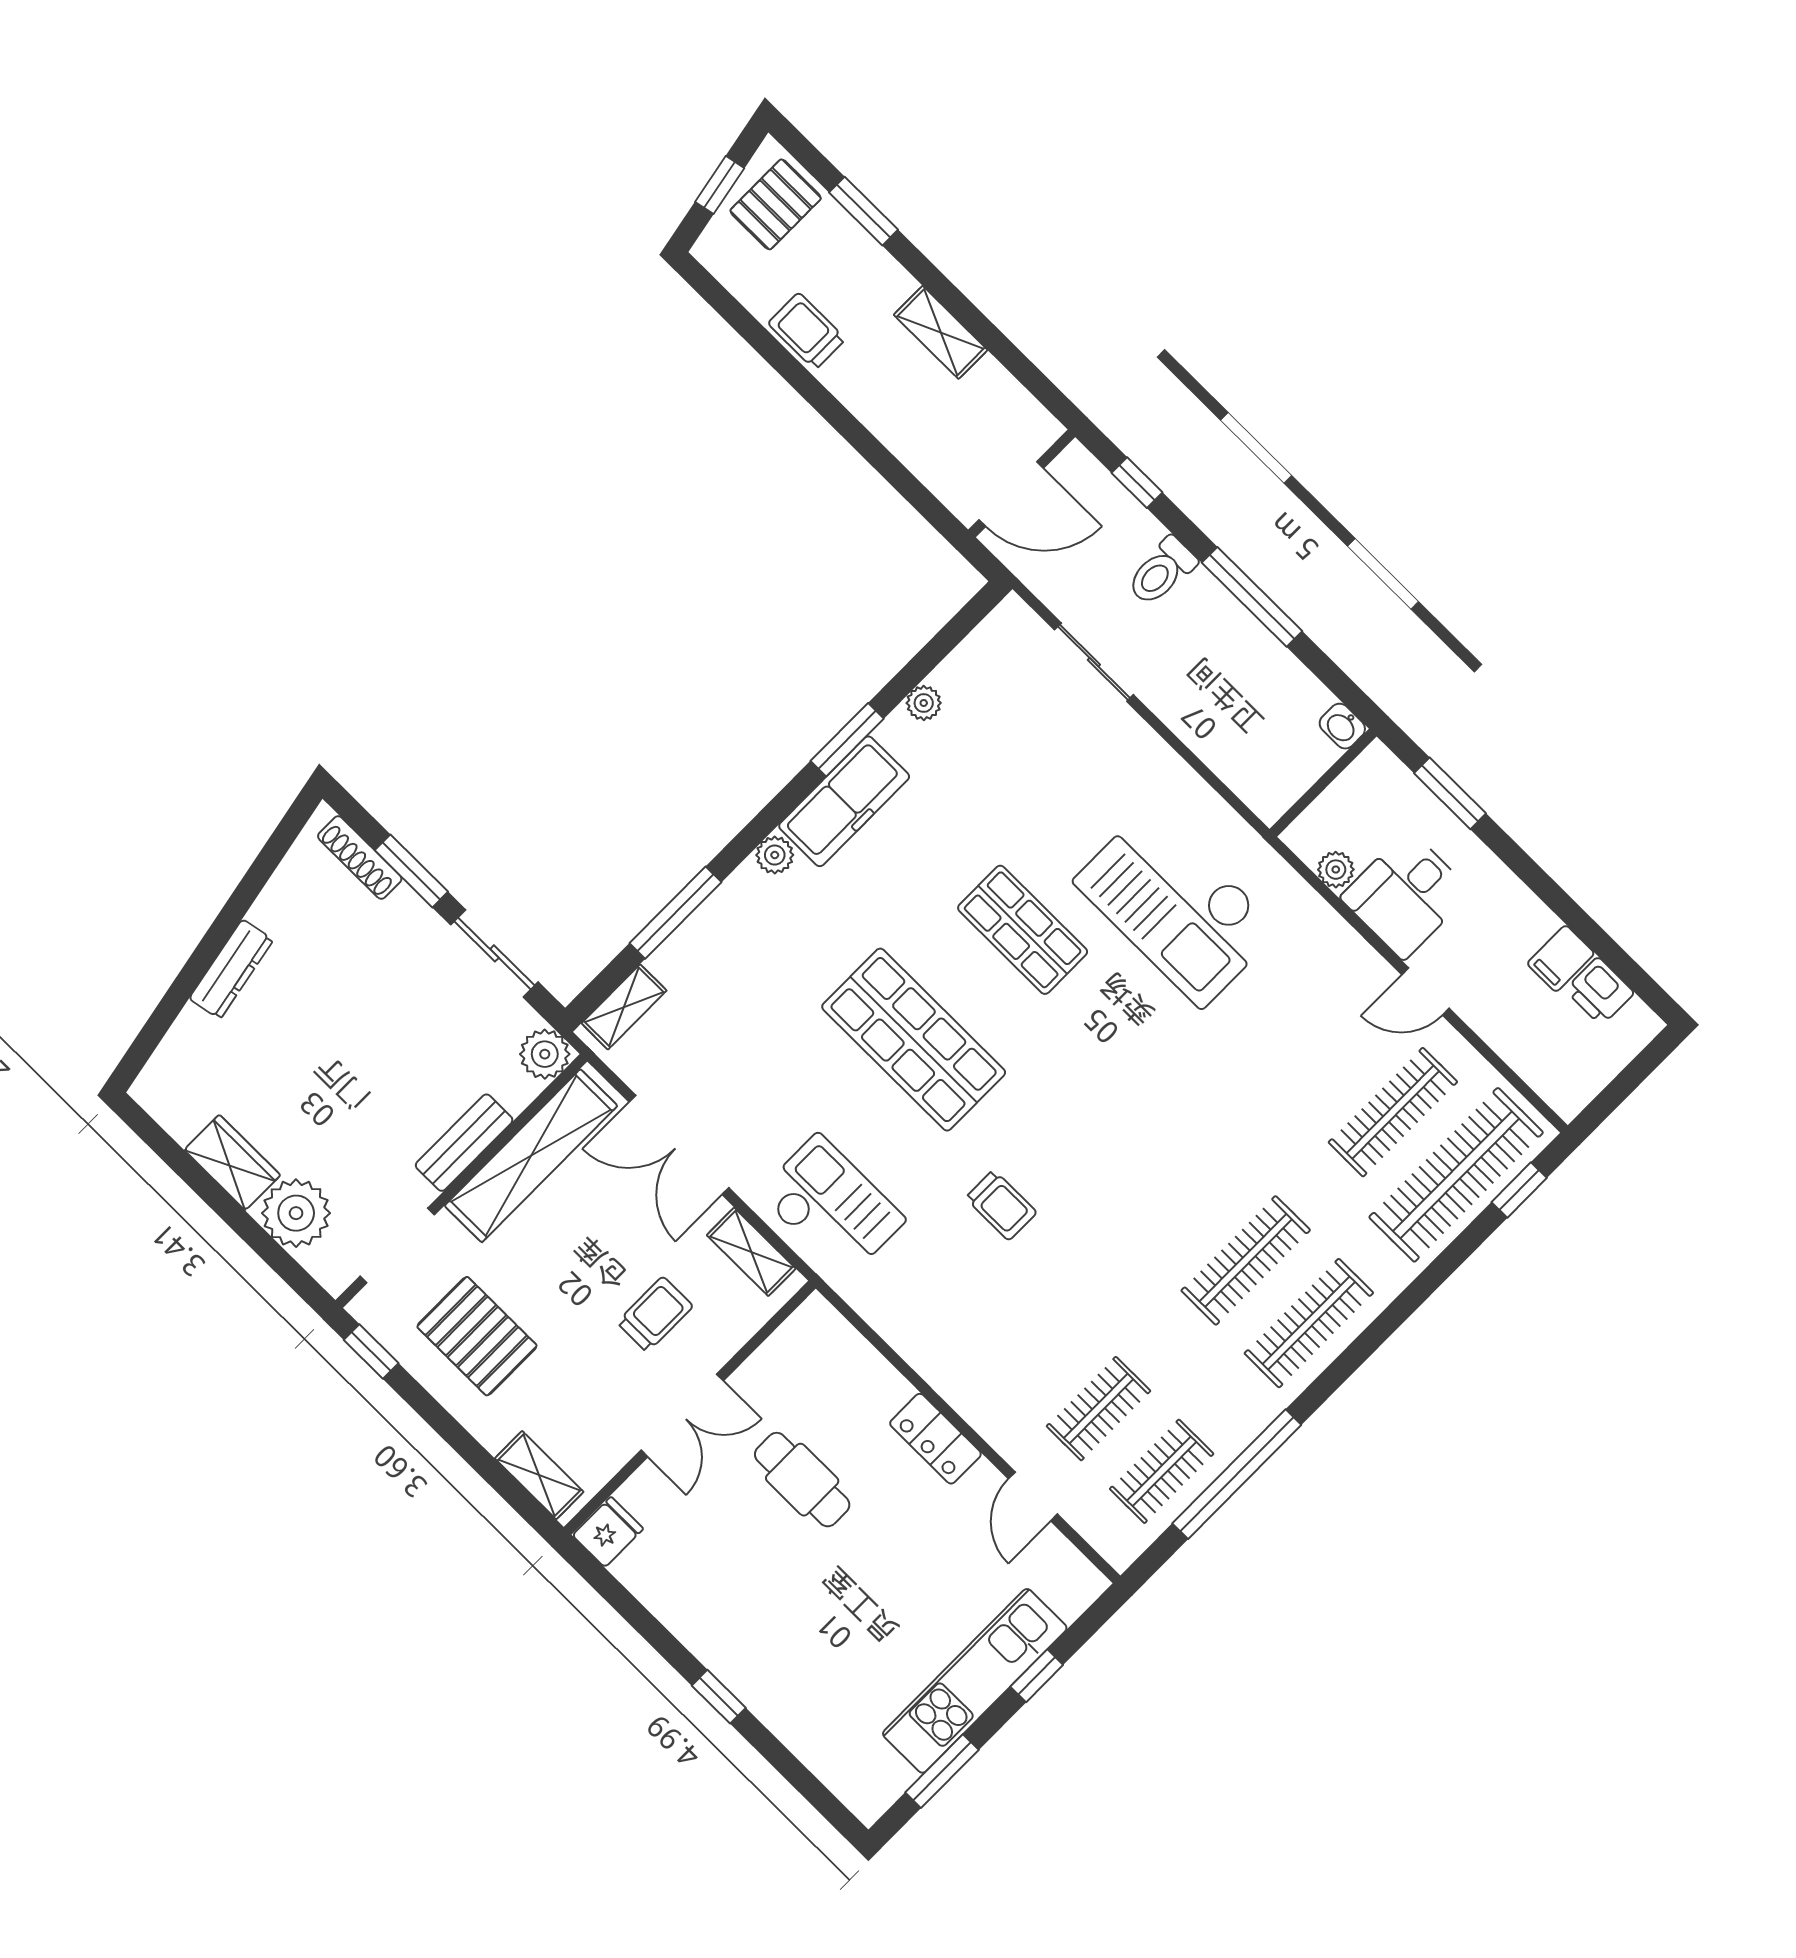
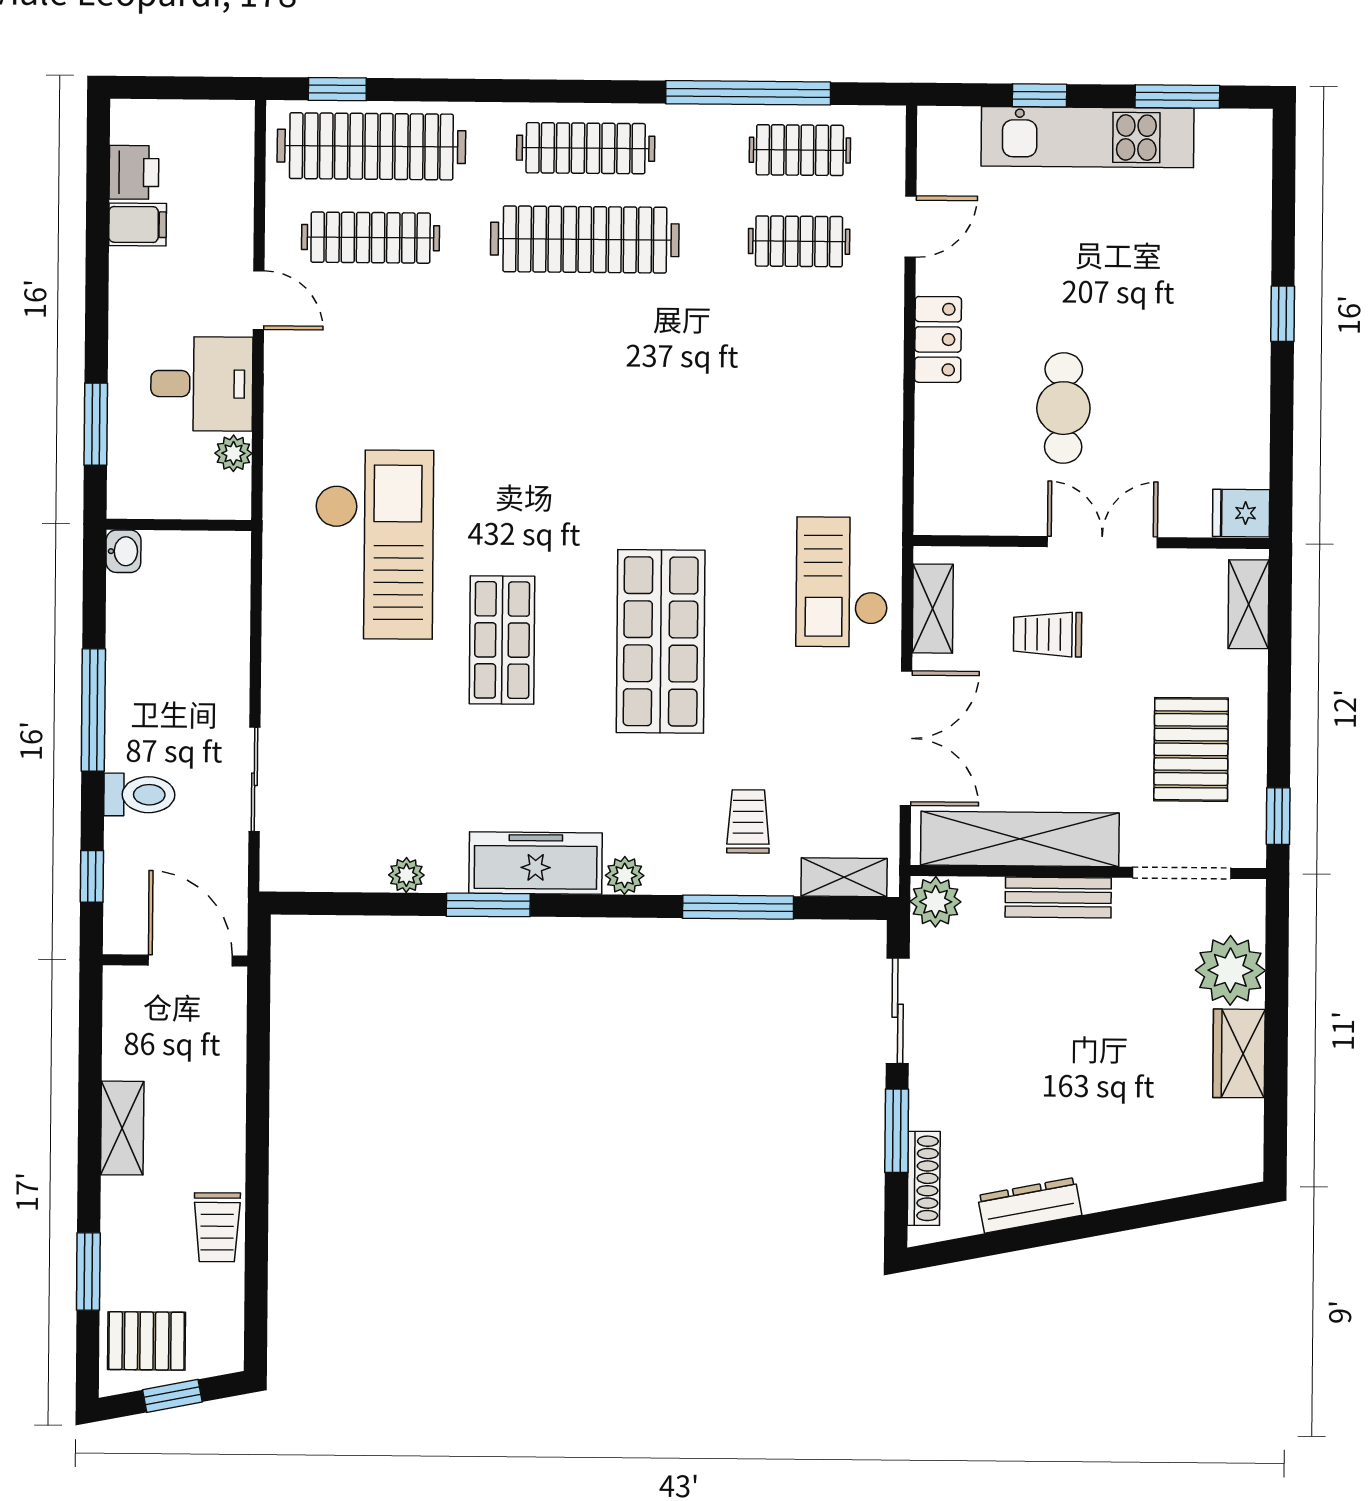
dresser: (231, 969) -> (1030, 1205), moved
trolley: (1001, 1205) -> (748, 821), moved
clothes rail: (1246, 1260) -> (585, 239), width x1.37, depth x1.31

